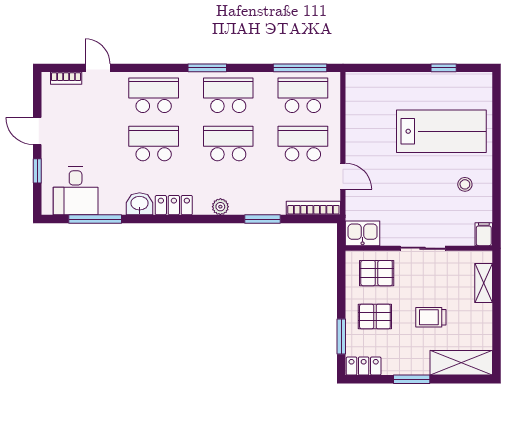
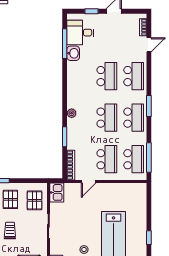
washbasin: (140, 204) -> (73, 53), moved
locker: (174, 205) -> (72, 87), removed

